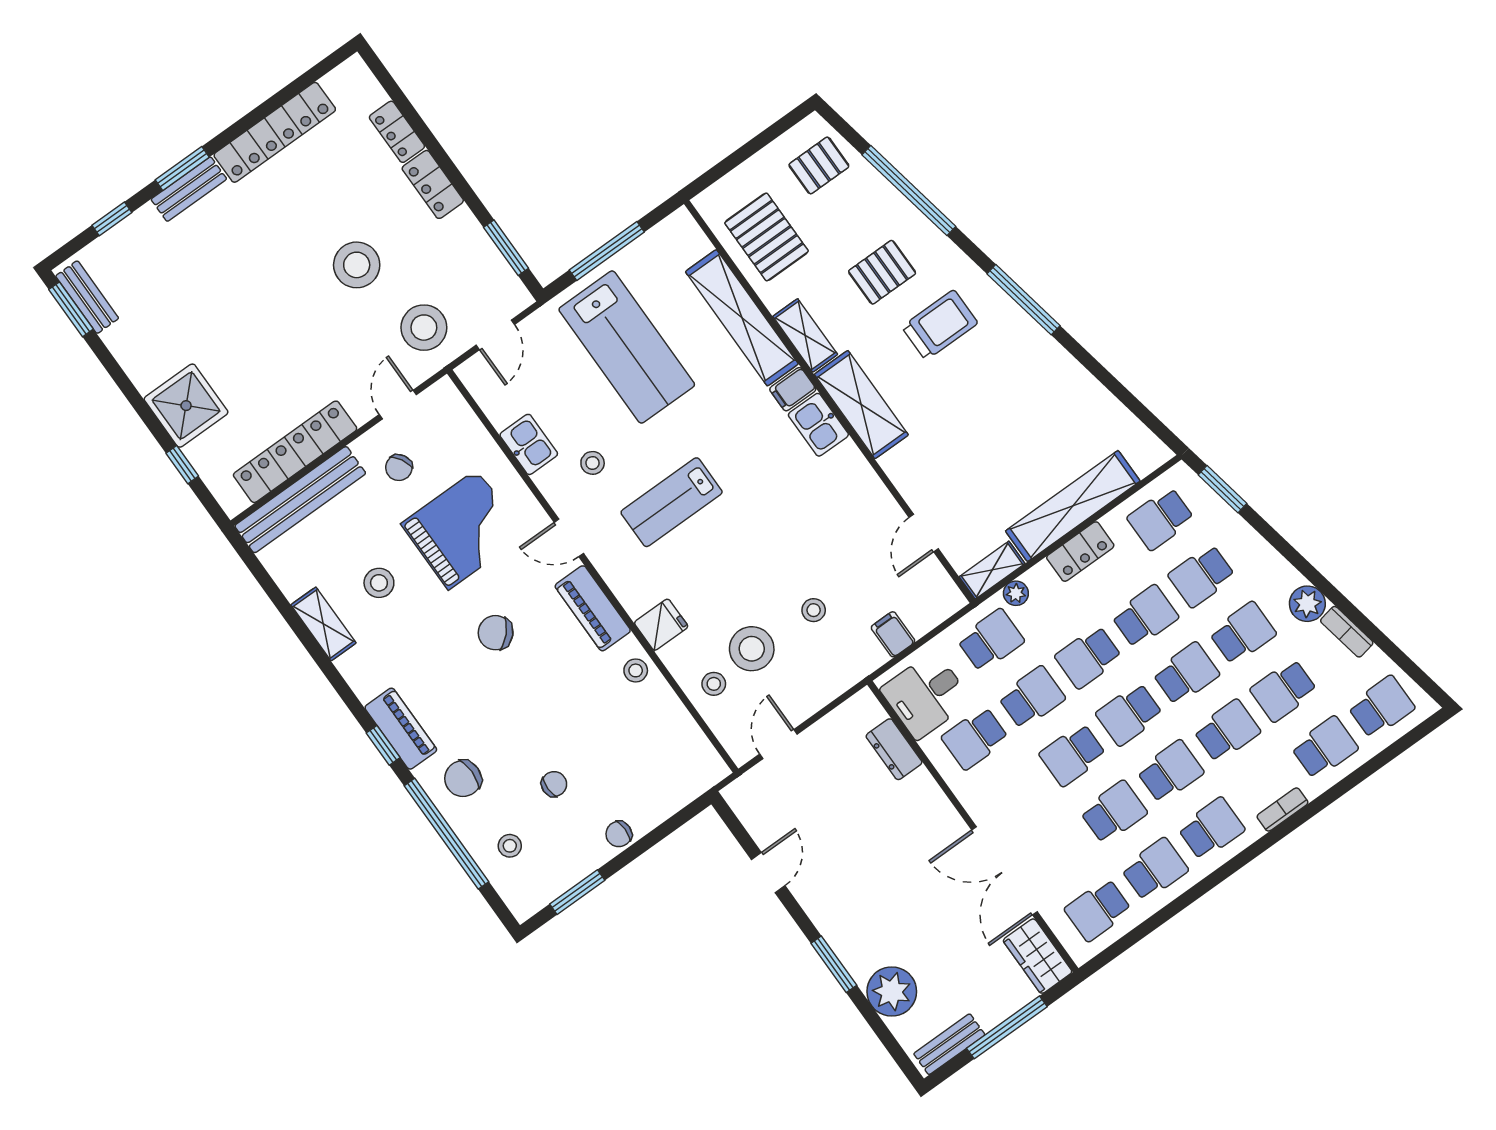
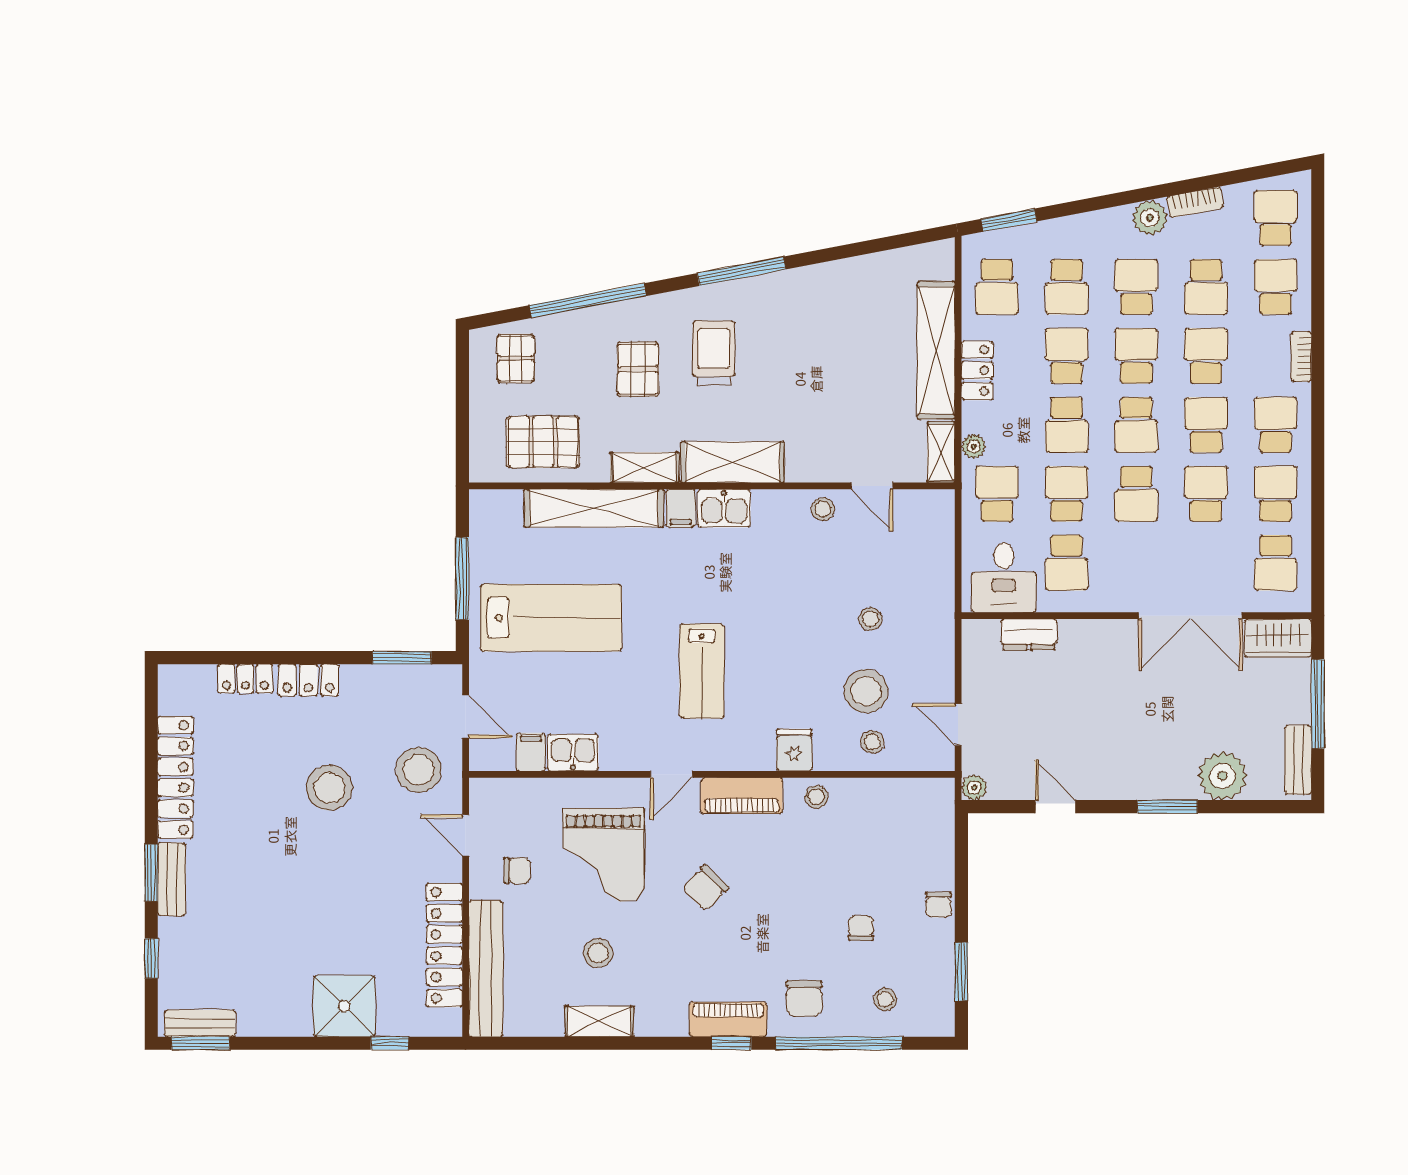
stool: (593, 463) -> (823, 509), moved
chair: (399, 468) -> (517, 871), turned -61
grand piano: (463, 530) -> (604, 855), turned 180
filing cabinet: (893, 634) -> (531, 752), moved, turned 90
plant: (736, 794) -> (974, 787), added

